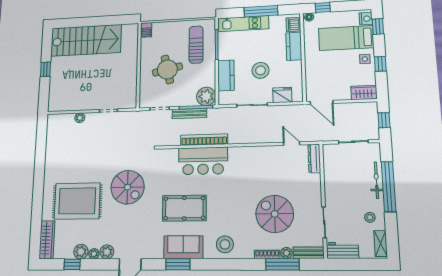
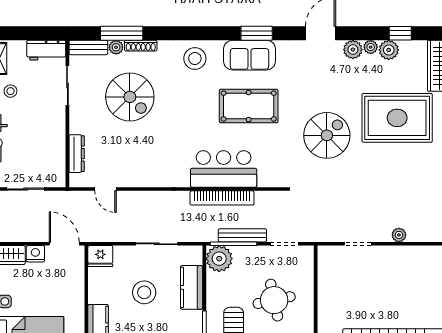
nightstand: (343, 94) -> (35, 254), added
fridge: (282, 95) -> (100, 256), moved
dresser: (314, 159) -> (77, 154), moved
spiral stairs: (128, 187) -> (327, 135), turned 90

